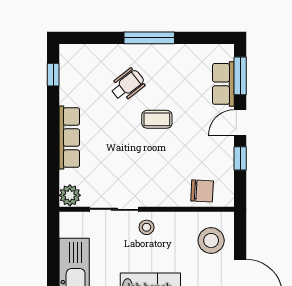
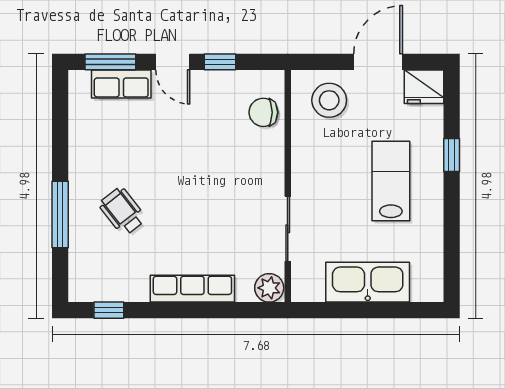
window: (149, 38) -> (60, 214), moved
coffee table: (157, 119) -> (168, 172), removed
chair: (202, 191) -> (263, 112), turned -93
stool: (147, 227) -> (312, 186), removed

